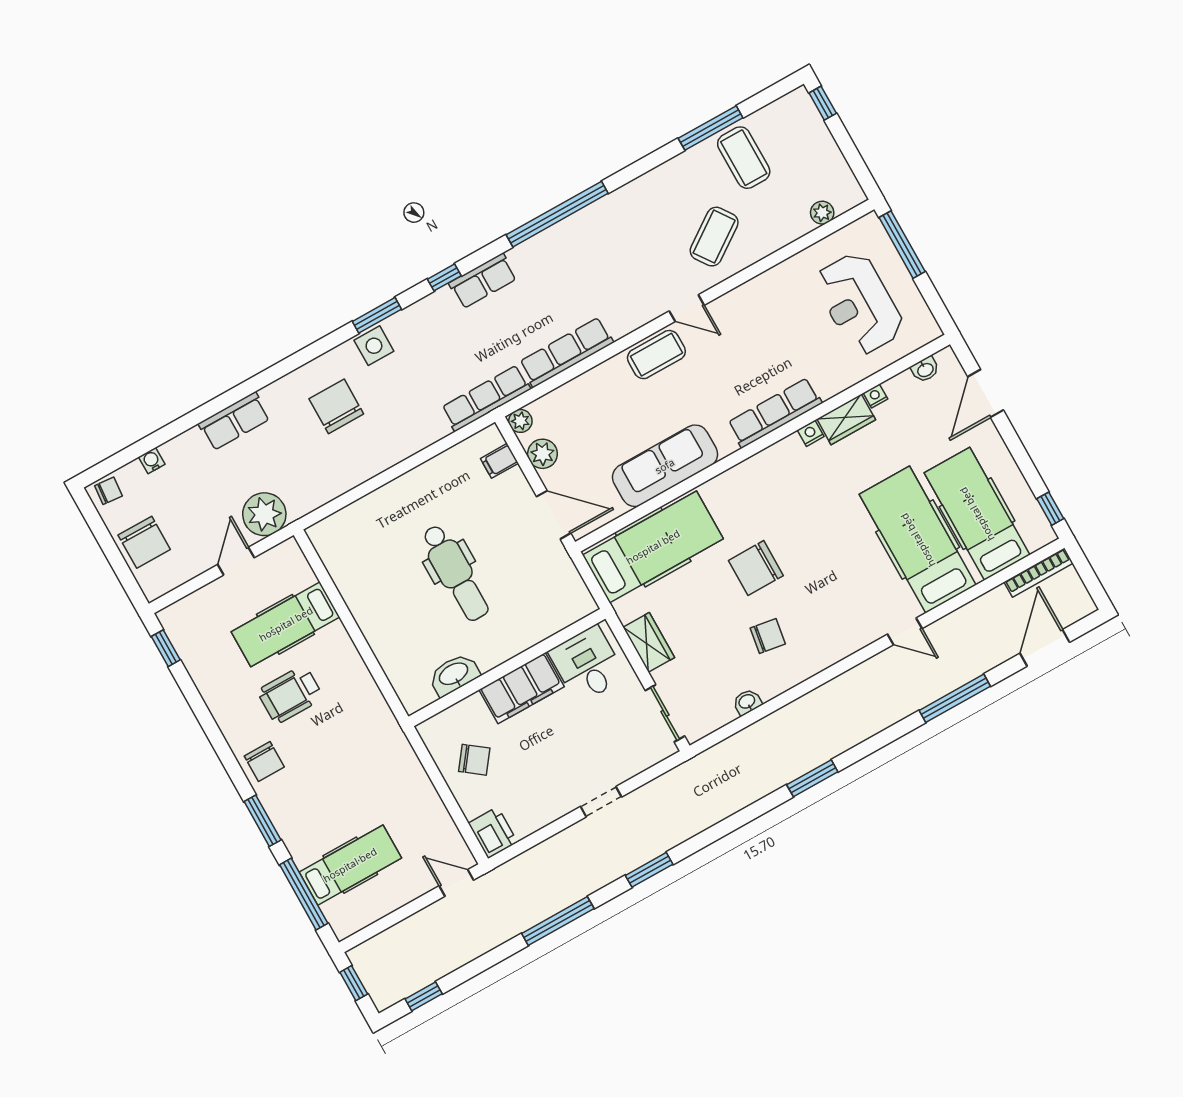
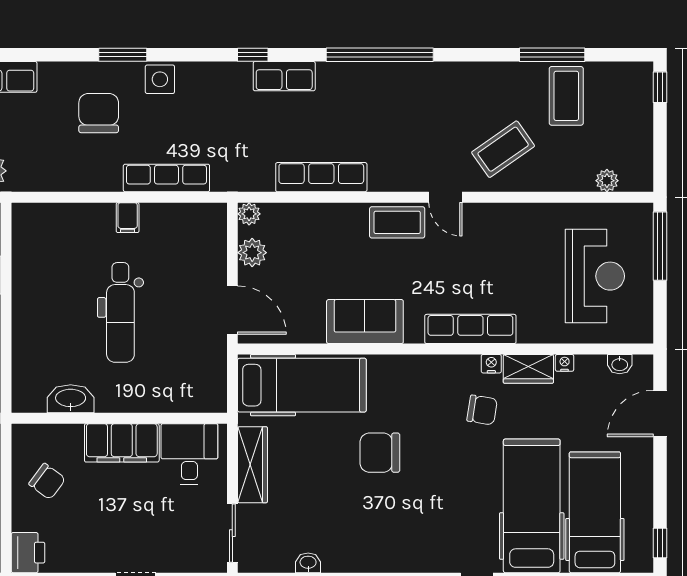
reception desk: (859, 304) -> (595, 276), turned 180
window: (377, 315) -> (123, 55), moved
row of seats: (486, 398) -> (166, 178), moved
filing cabinet: (499, 461) -> (128, 218), moved, turned -90
sofa: (665, 466) -> (365, 322), width x0.73
chair: (768, 636) -> (482, 410), moved
wardrobe: (649, 642) -> (252, 465), width x1.50

